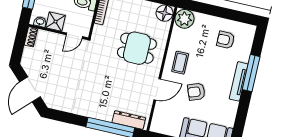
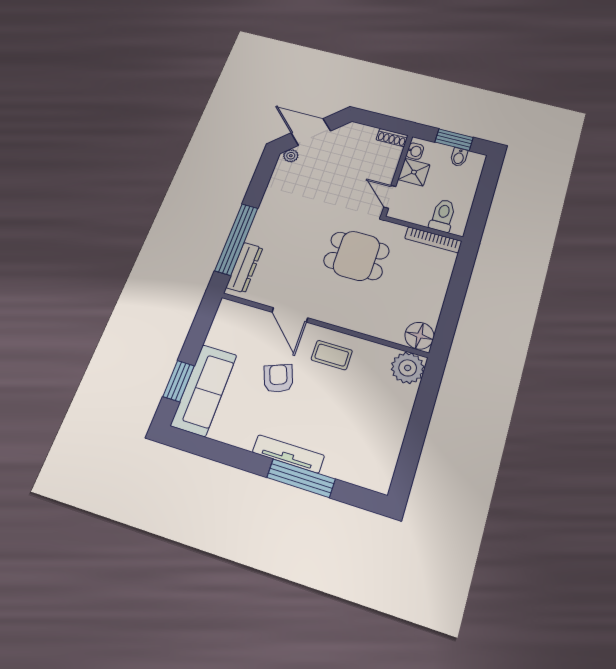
armchair: (226, 40) -> (366, 436), removed
dining table: (137, 48) -> (356, 256), moved, turned 90
plant: (49, 100) -> (291, 156), added

